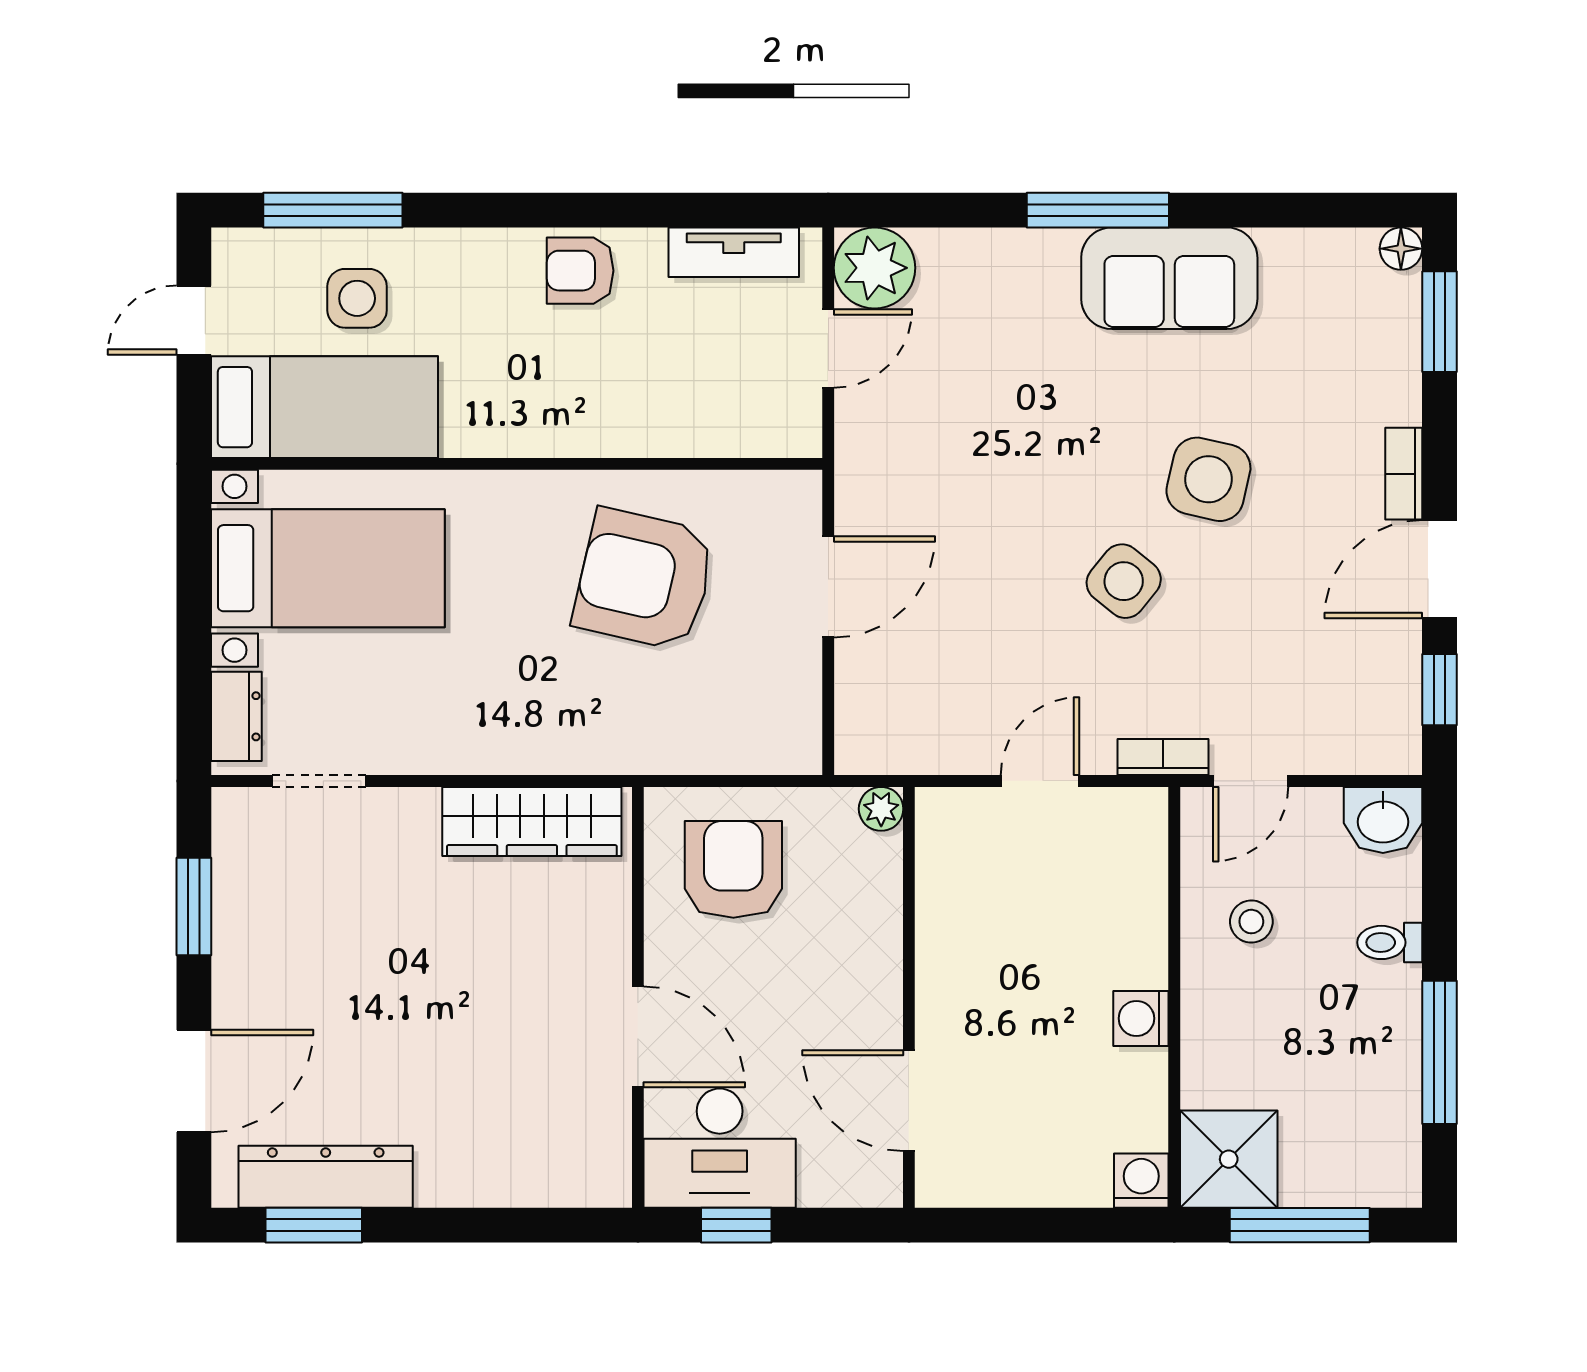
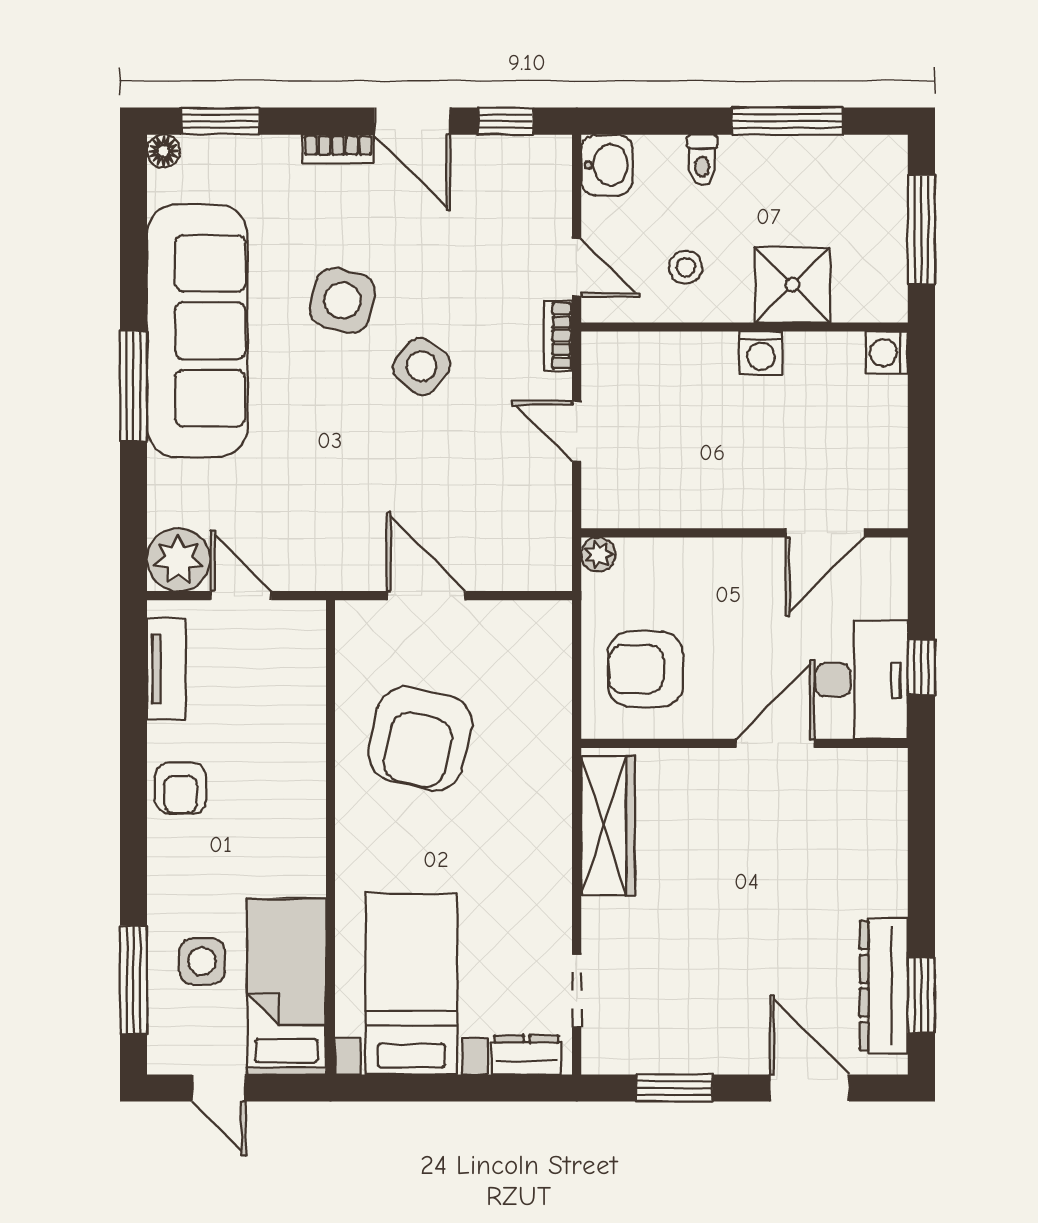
sofa: (1169, 278) -> (197, 331), width x1.85, depth x1.27
shower: (1229, 1159) -> (792, 285), moved

